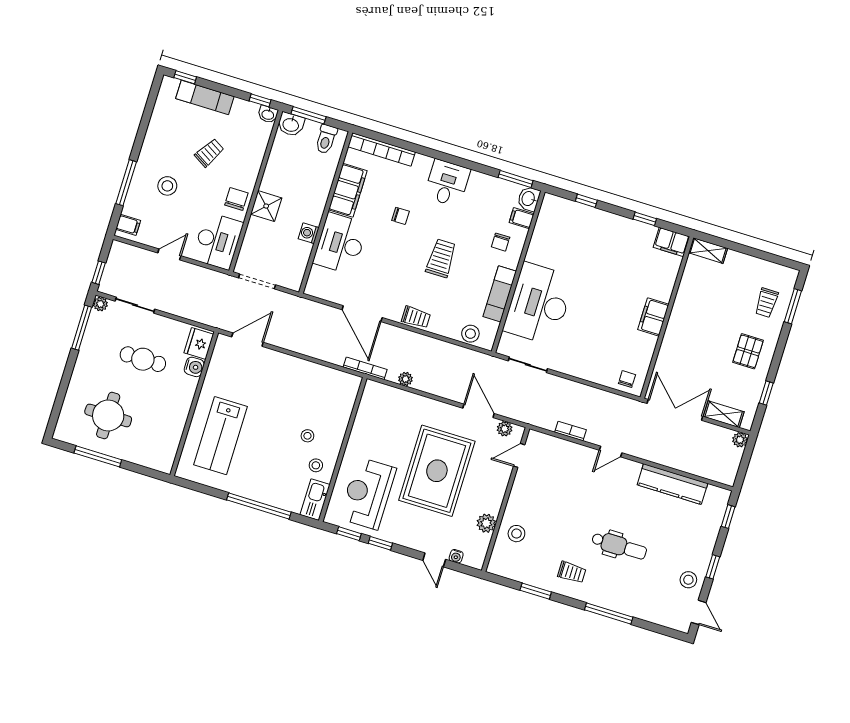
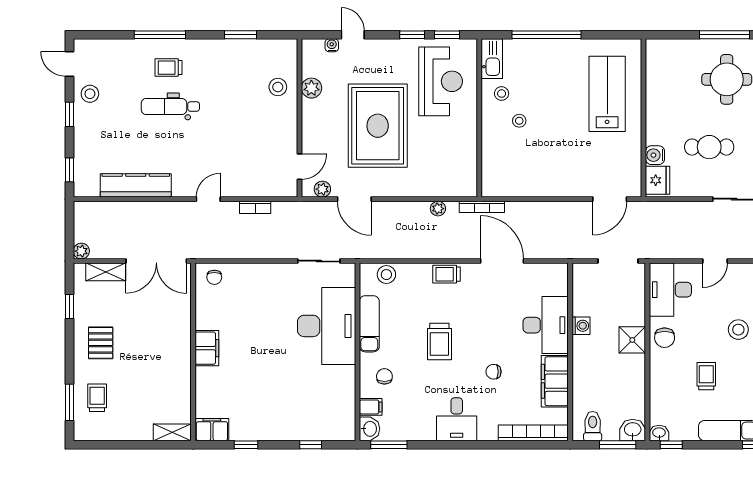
trolley: (209, 153) -> (706, 376), turned 149
trolley: (572, 572) -> (169, 68), moved

